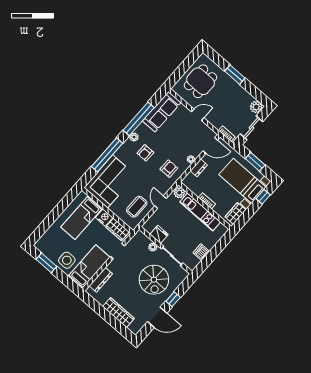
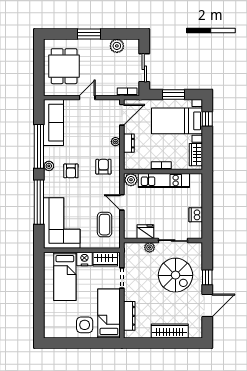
plant: (256, 107) -> (117, 46), moved
window: (46, 263) -> (69, 343), removed

